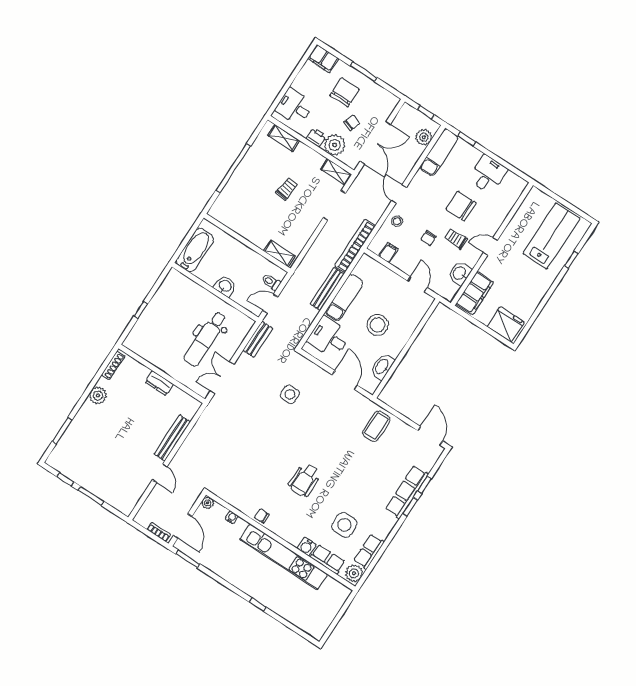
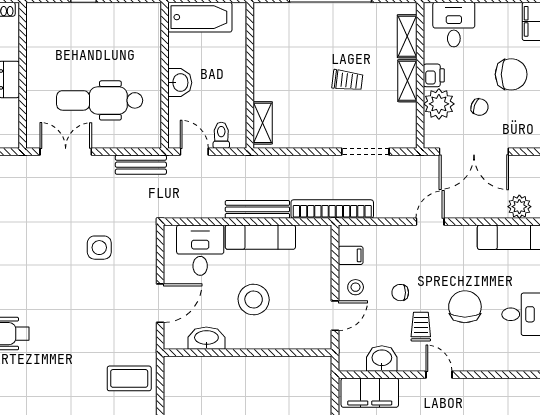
shelving: (336, 172) -> (407, 81), moved
stool: (397, 221) -> (356, 287), moved

